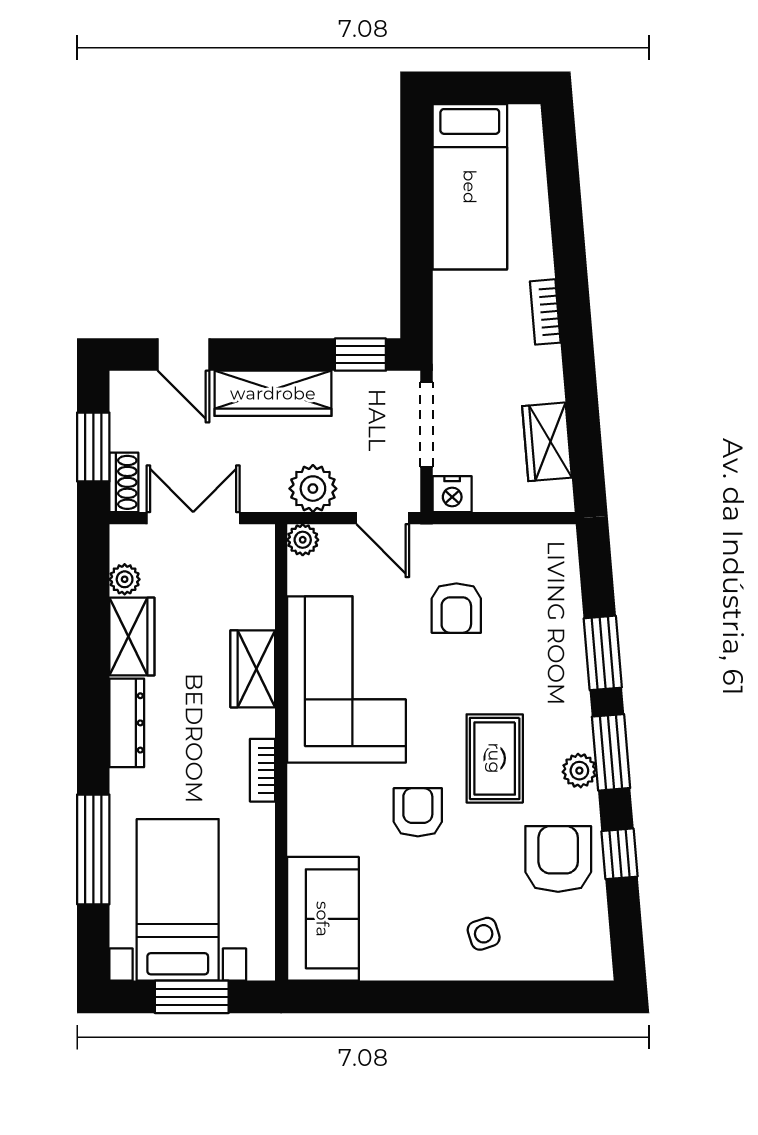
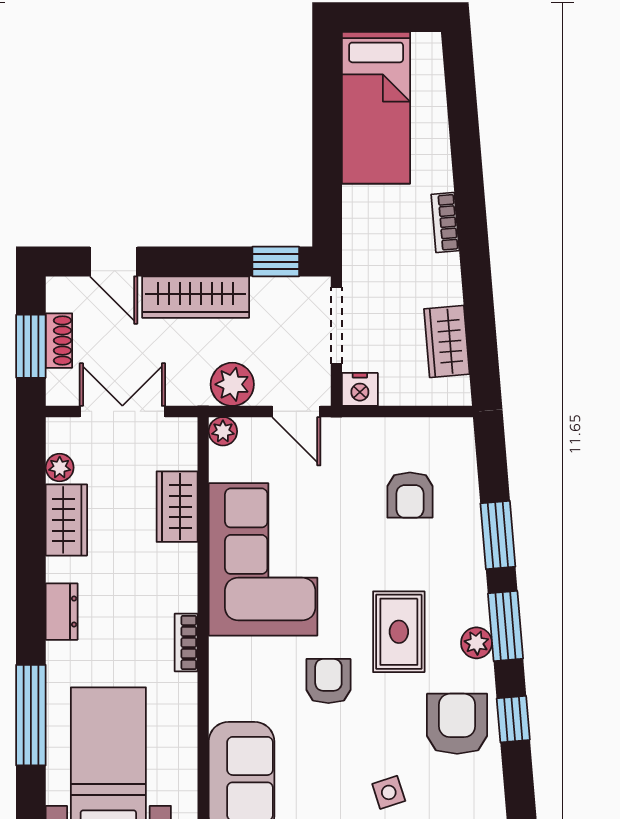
shoe rack: (124, 482) -> (59, 341), moved
armchair: (456, 608) -> (410, 495), moved
wardrobe: (253, 669) -> (177, 507), moved
dresser: (127, 723) -> (62, 612), width x0.70

